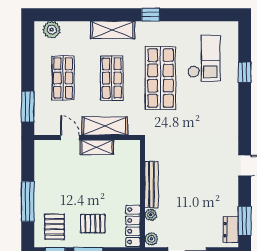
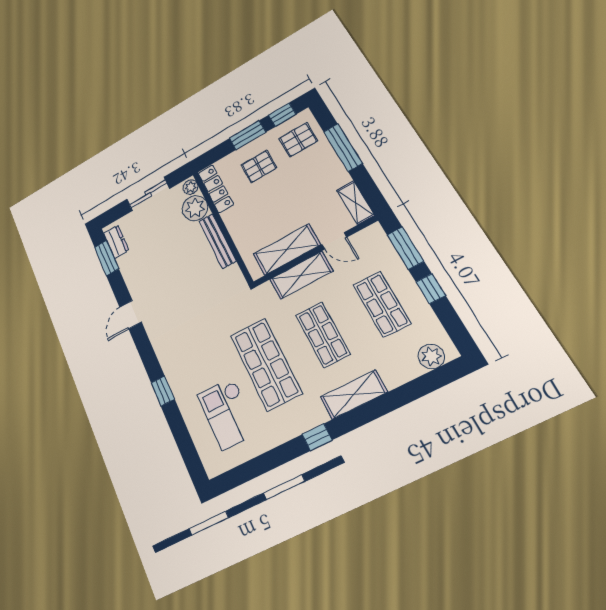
window: (28, 72) -> (431, 289), added
window: (245, 72) -> (163, 391), moved
shelving: (97, 147) -> (287, 249), width x1.50, depth x1.33
shelving: (41, 156) -> (356, 203), added
plant: (151, 215) -> (195, 208), width x1.87, depth x1.87
pallet: (54, 227) -> (298, 140), turned 90

